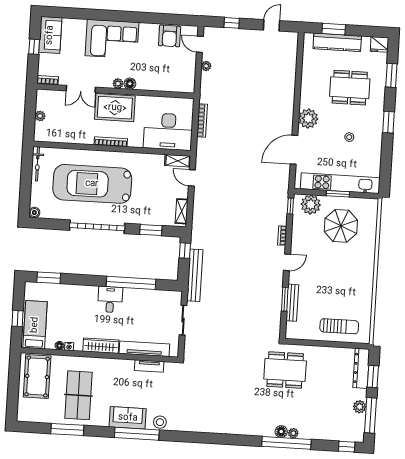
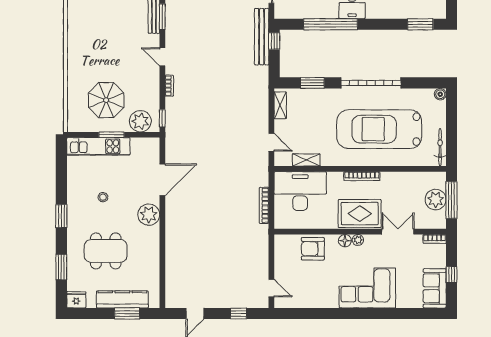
armchair: (170, 36) -> (313, 249), moved, turned -90
plant: (206, 66) -> (263, 265), removed
window: (30, 115) -> (452, 200), added
plant: (40, 116) -> (436, 200), width x1.88, depth x1.88
shelving: (178, 161) -> (306, 160), moved
kitchen unit: (340, 183) -> (98, 146), width x0.73
car: (92, 184) -> (379, 129), turned 180
window: (185, 251) -> (274, 41), moved
door: (287, 262) -> (162, 57), hinge flipped

